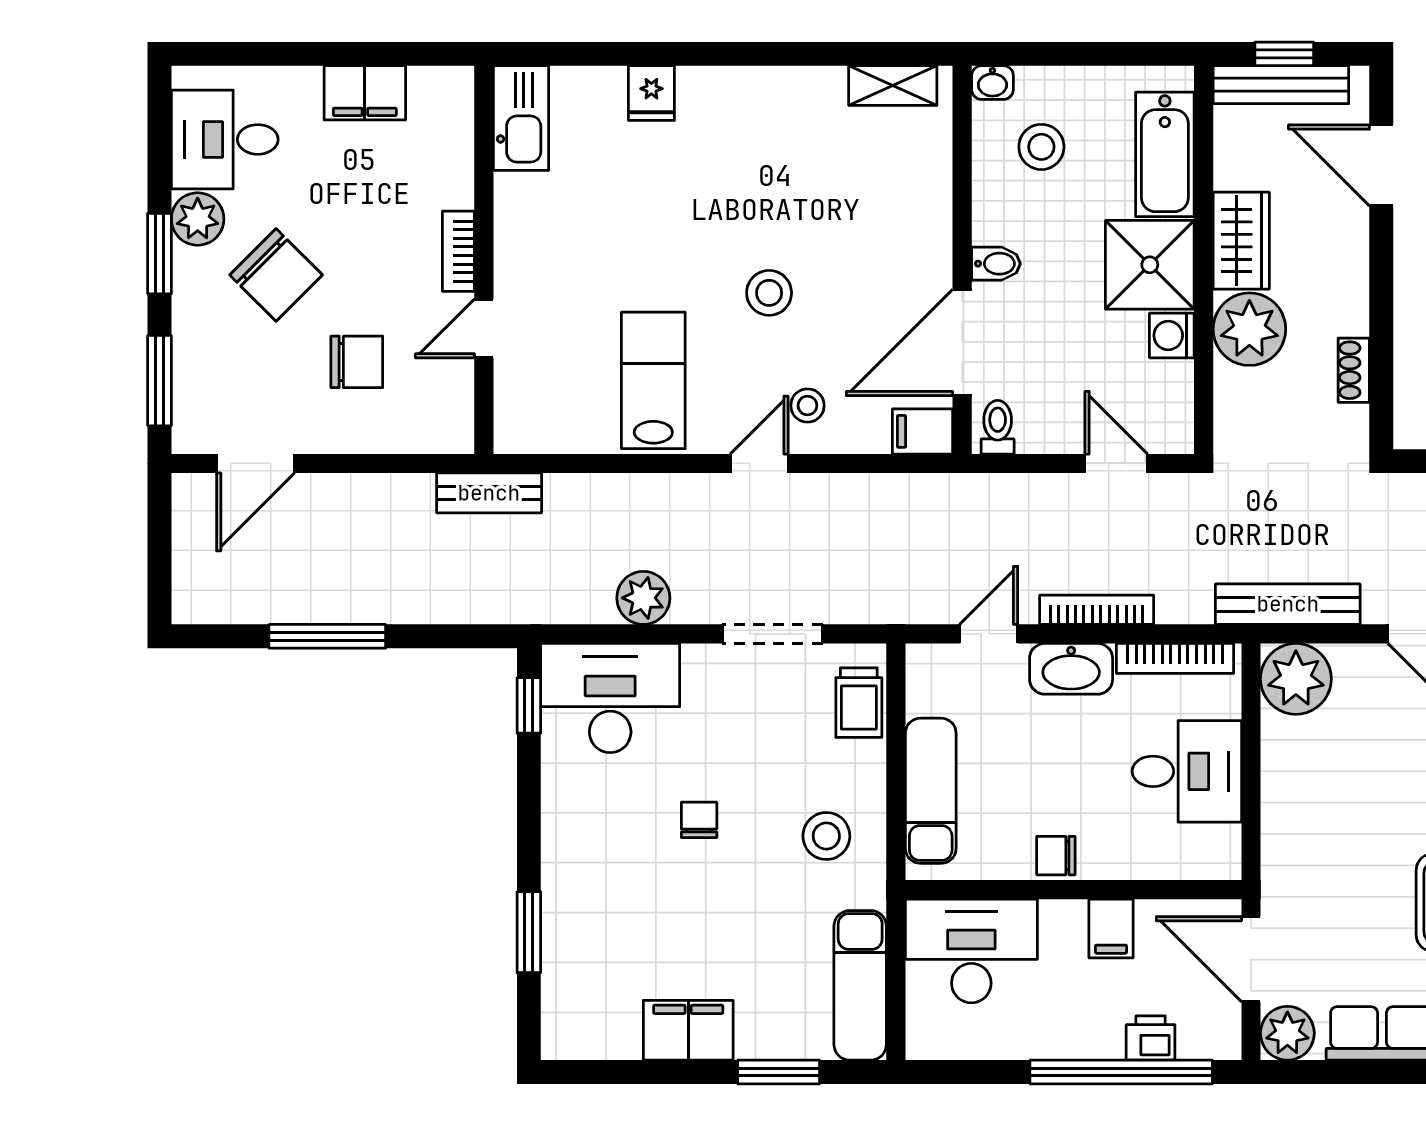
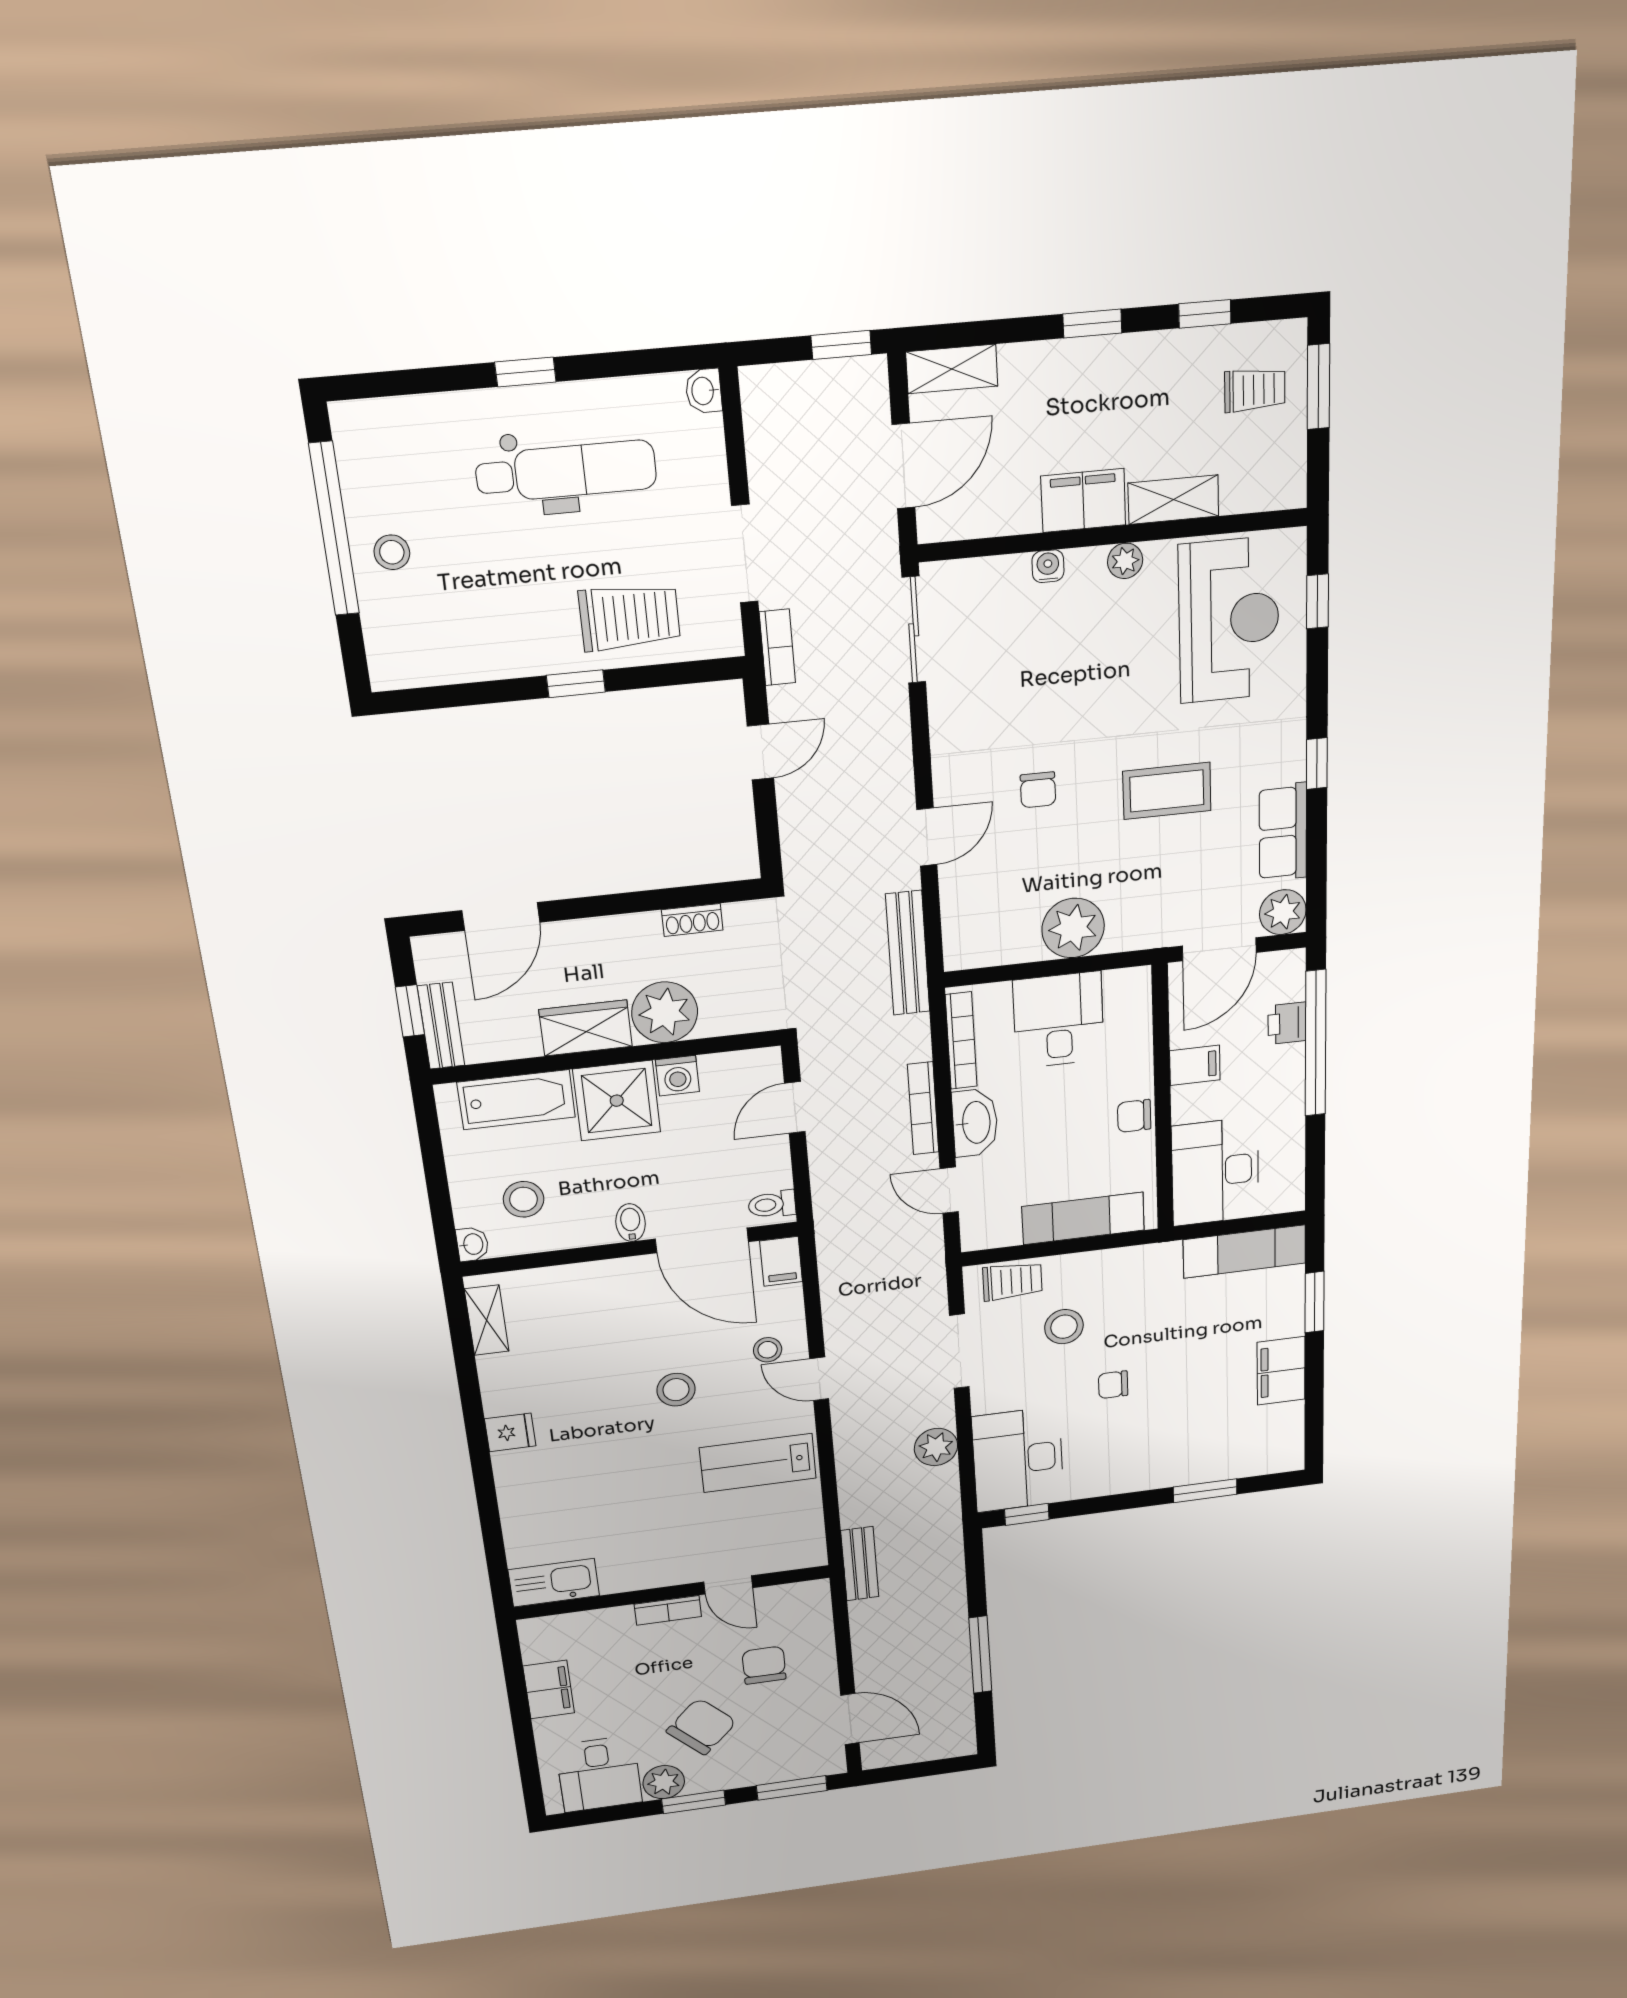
bench: (1281, 85) -> (441, 1026), width x0.73
fridge: (651, 93) -> (510, 1432), moved
plant: (1296, 679) -> (1073, 928), moved
stool: (826, 836) -> (1064, 1327), moved
chair: (1056, 856) -> (1134, 1116), turned 90

